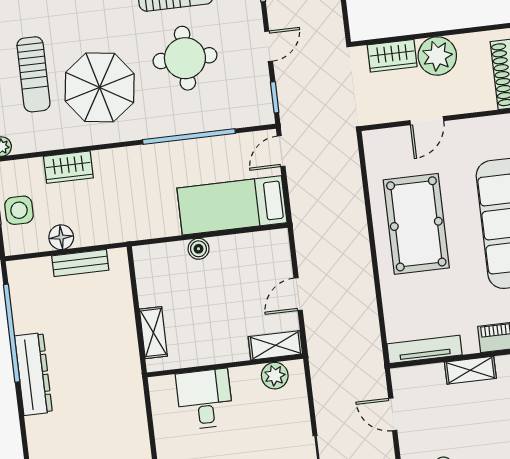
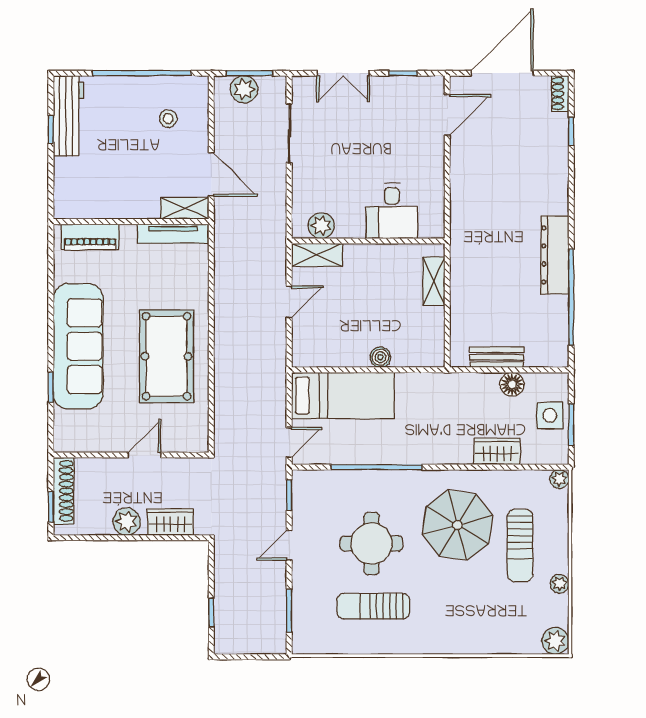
plant: (437, 56) -> (127, 522), width x0.73, depth x0.73
sun lounger: (33, 74) -> (520, 545), turned 180
shelving: (470, 370) -> (185, 208), moved
door: (393, 414) -> (211, 175), width x1.38

